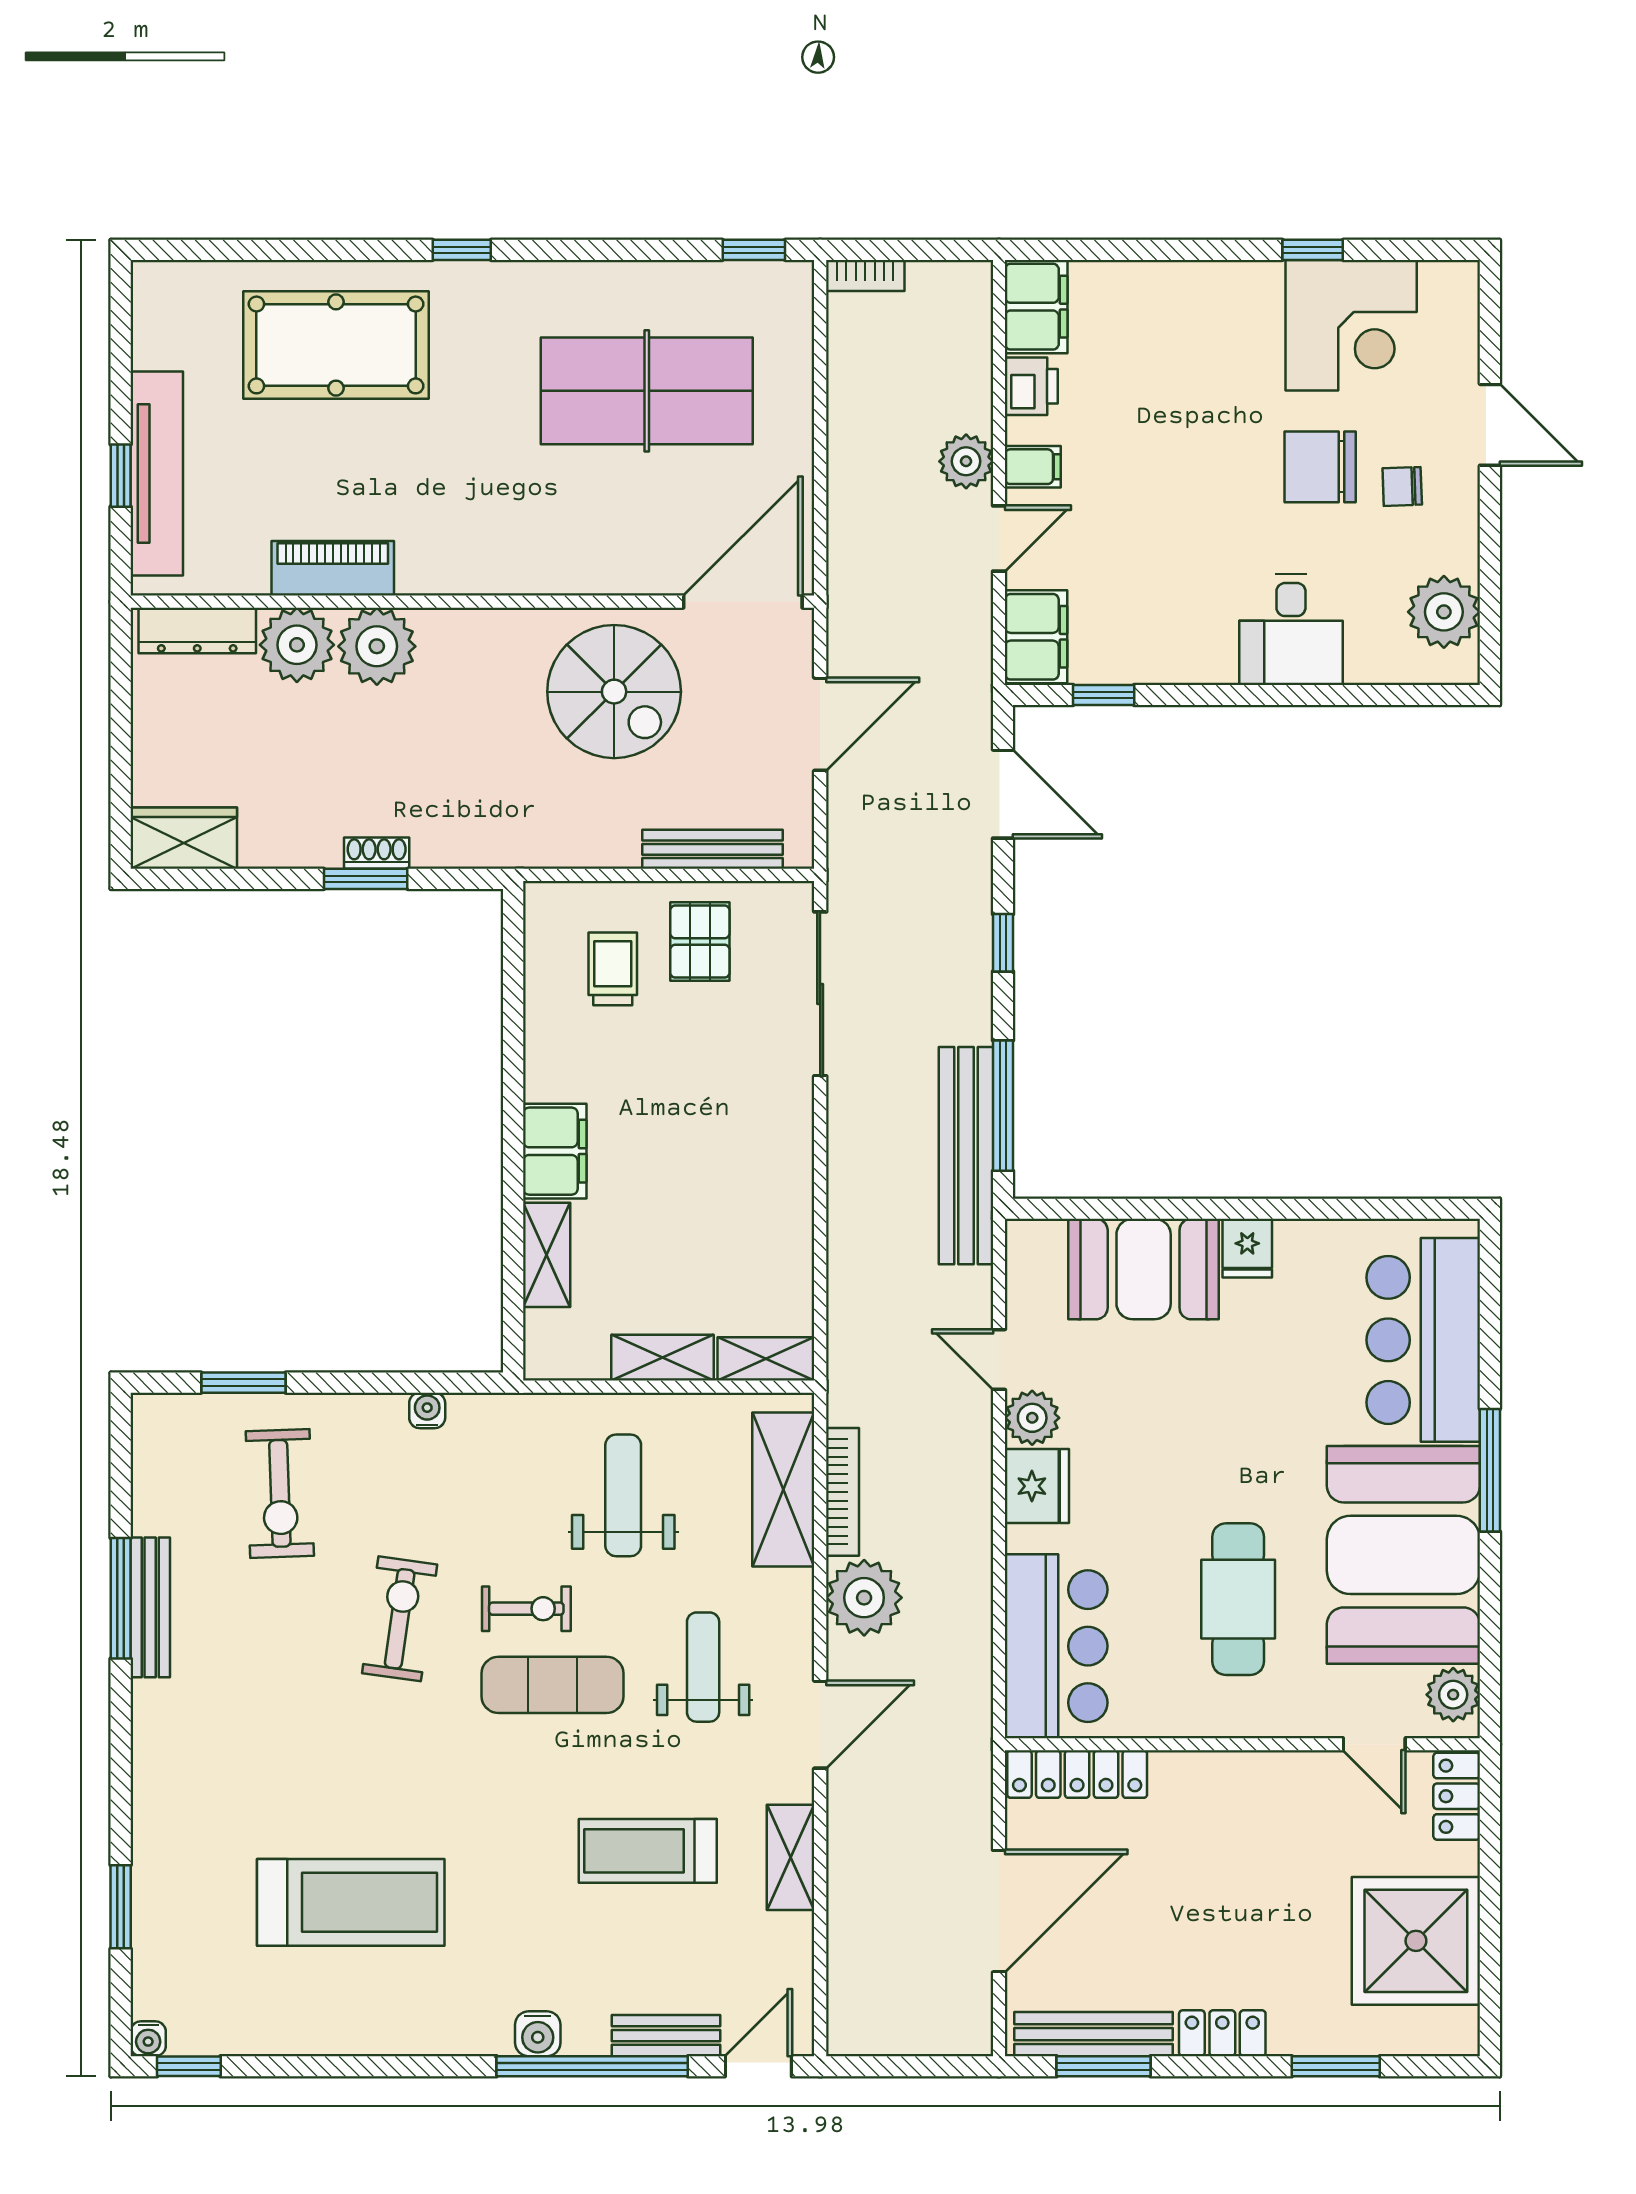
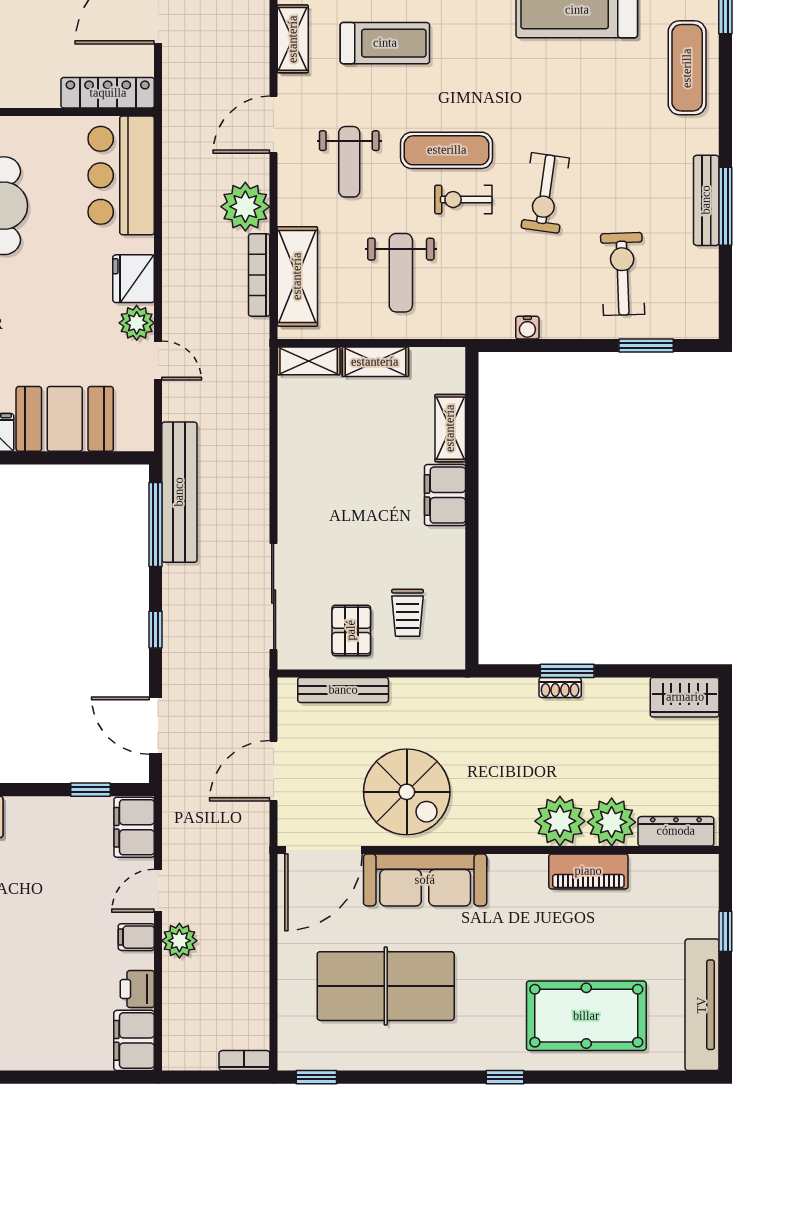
tv unit: (157, 474) -> (702, 1005), moved
sofa: (586, 555) -> (425, 880), added
spiral stairs: (614, 692) -> (407, 792), turned 180
exercise mat: (180, 1813) -> (687, 68), added

